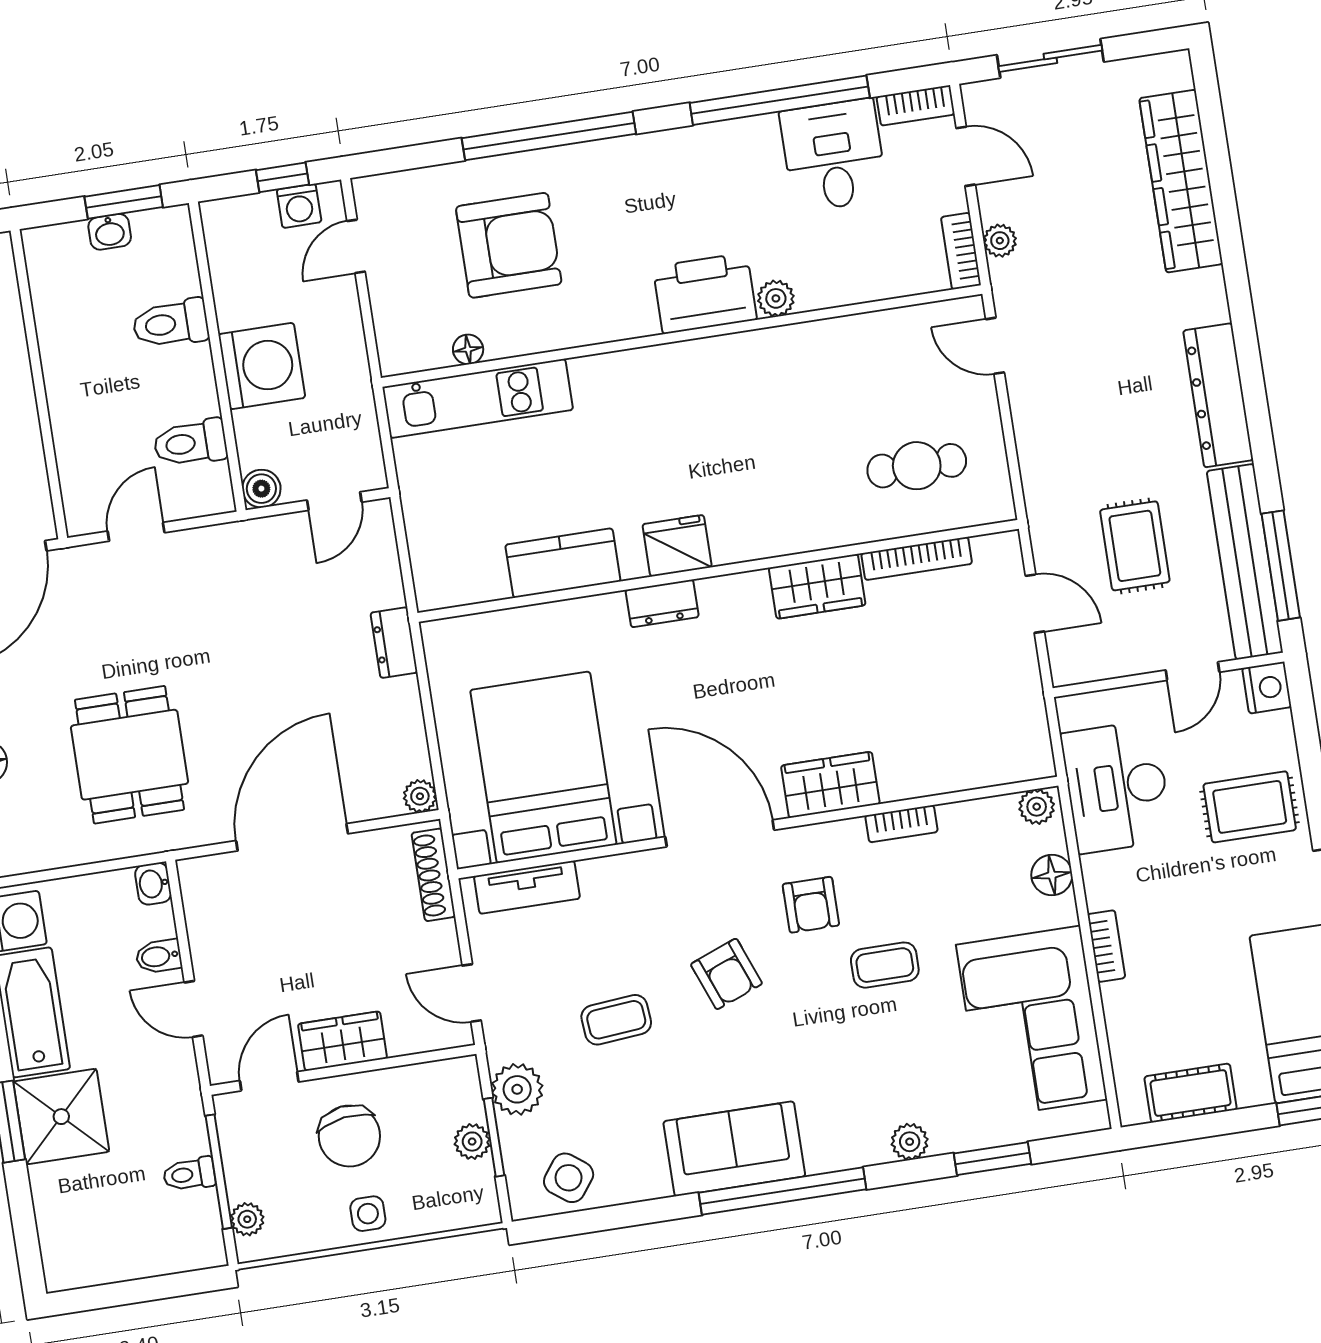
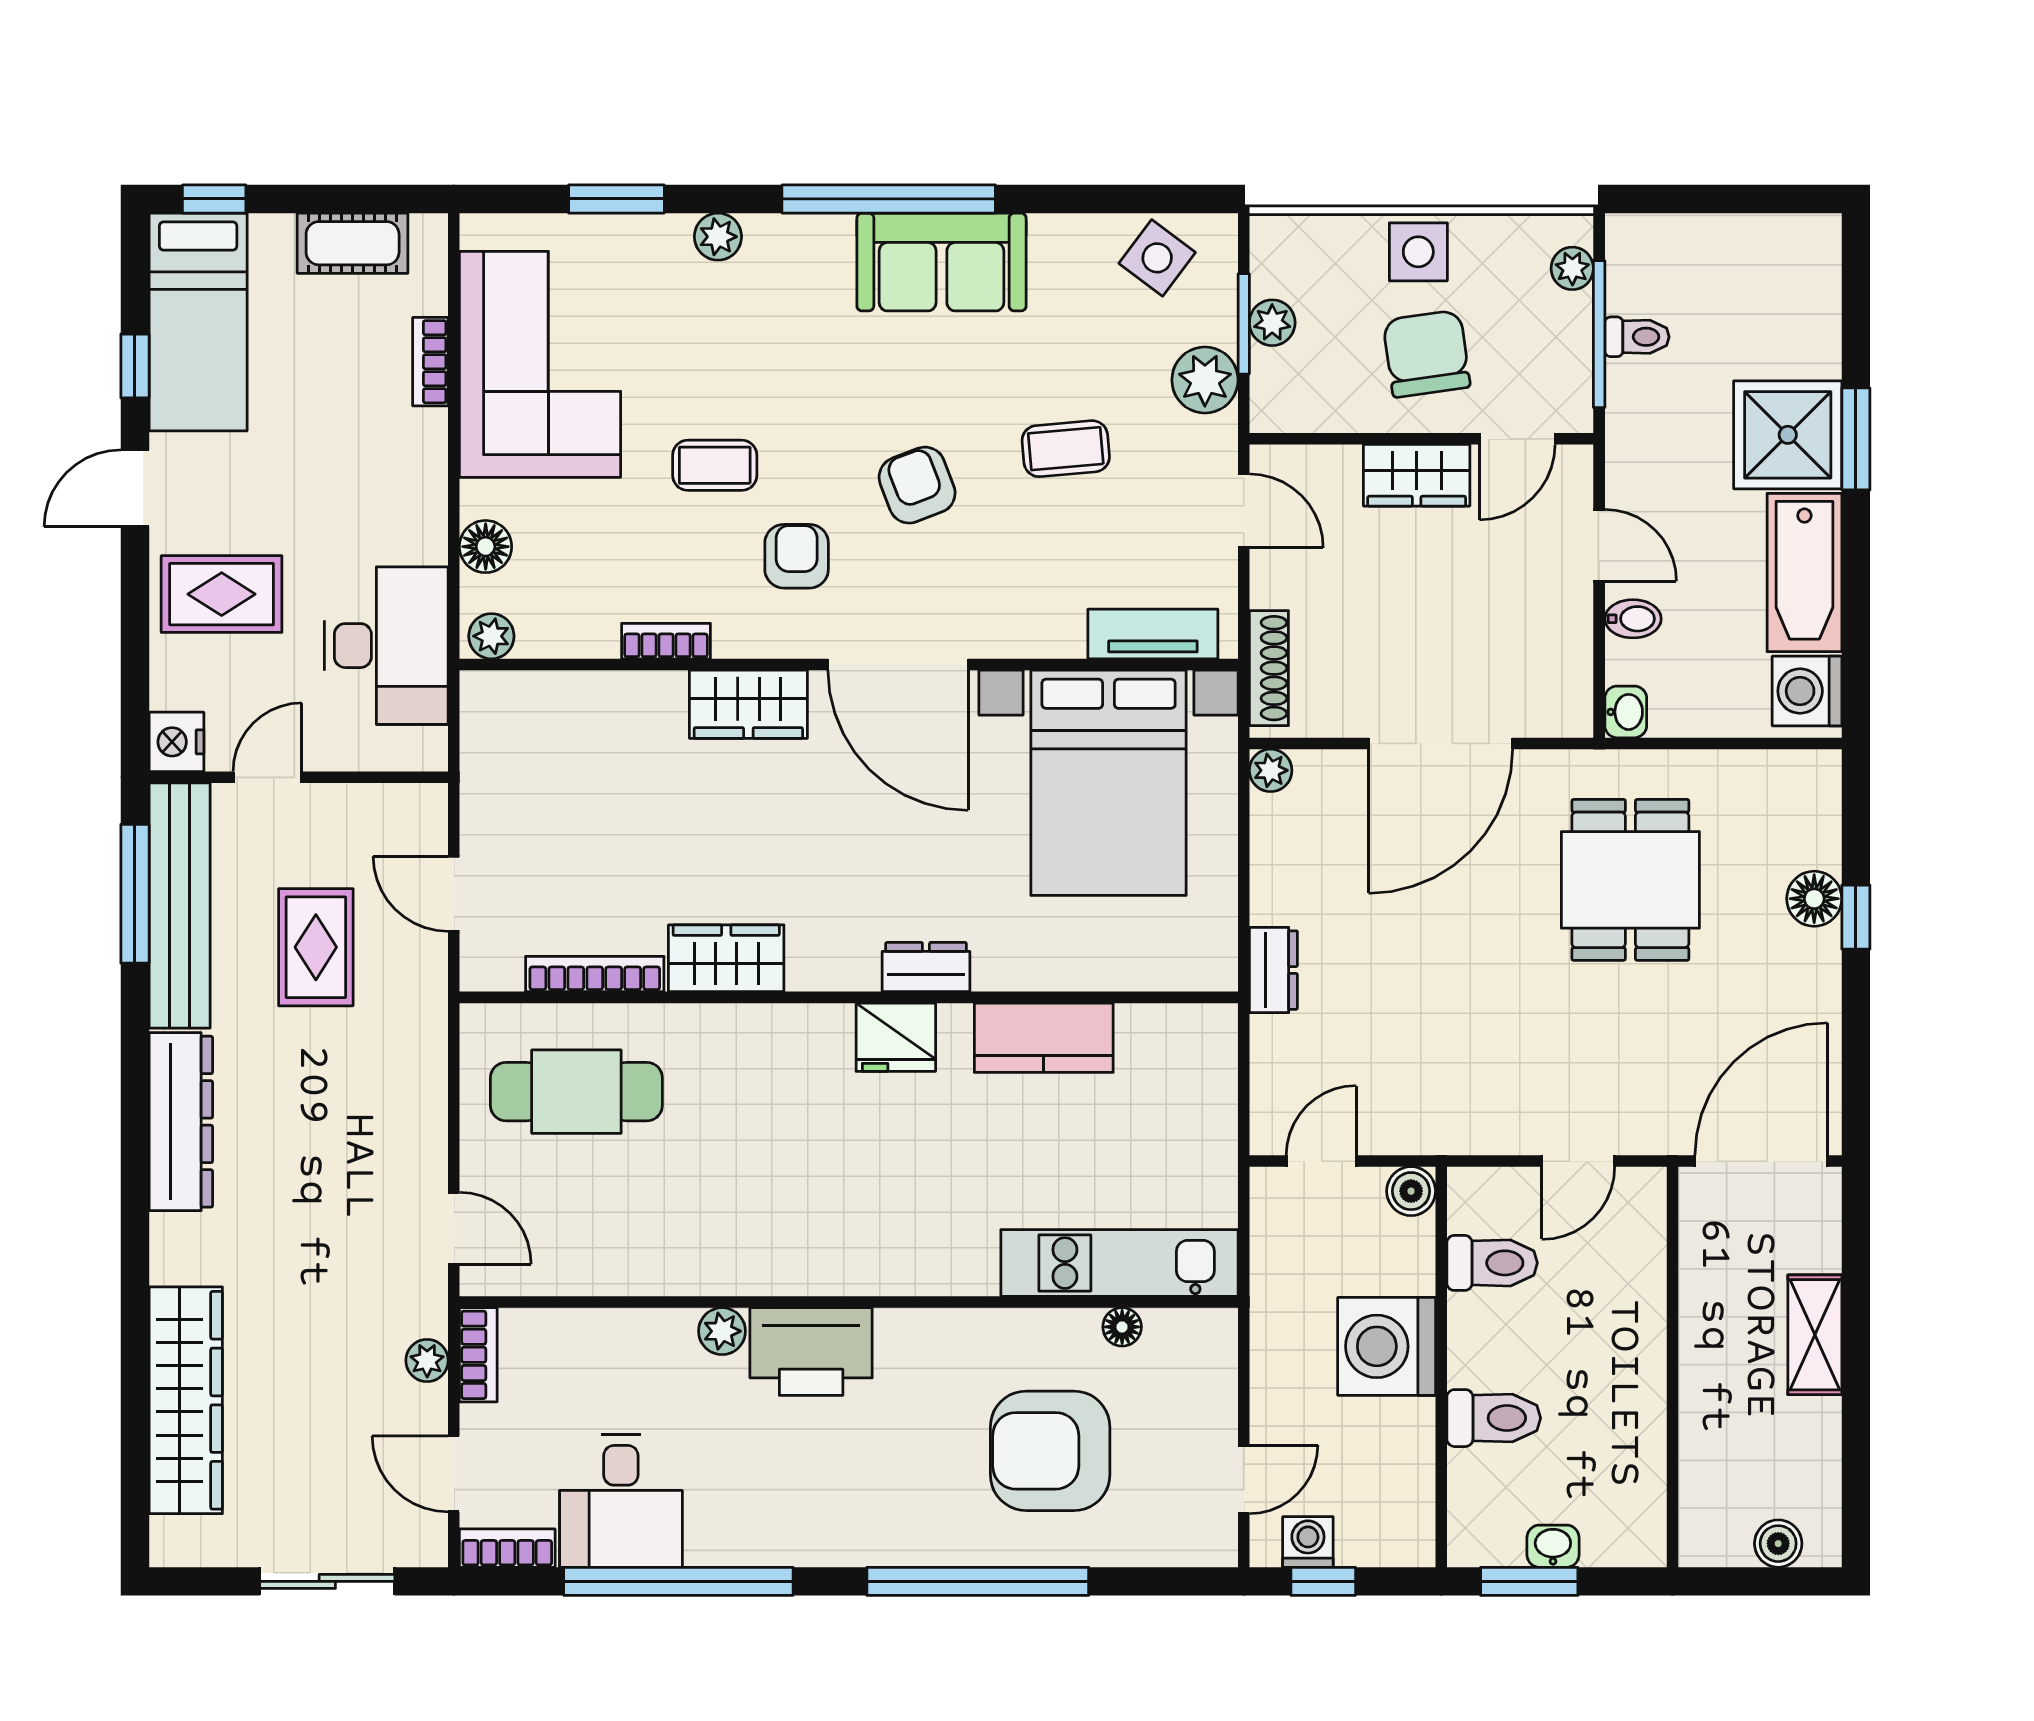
cafe table: (917, 466) -> (576, 1092), width x1.37, depth x1.35
bookcase: (1106, 946) -> (430, 362), moved
side table: (368, 1214) -> (1418, 252), width x1.37, depth x1.37

